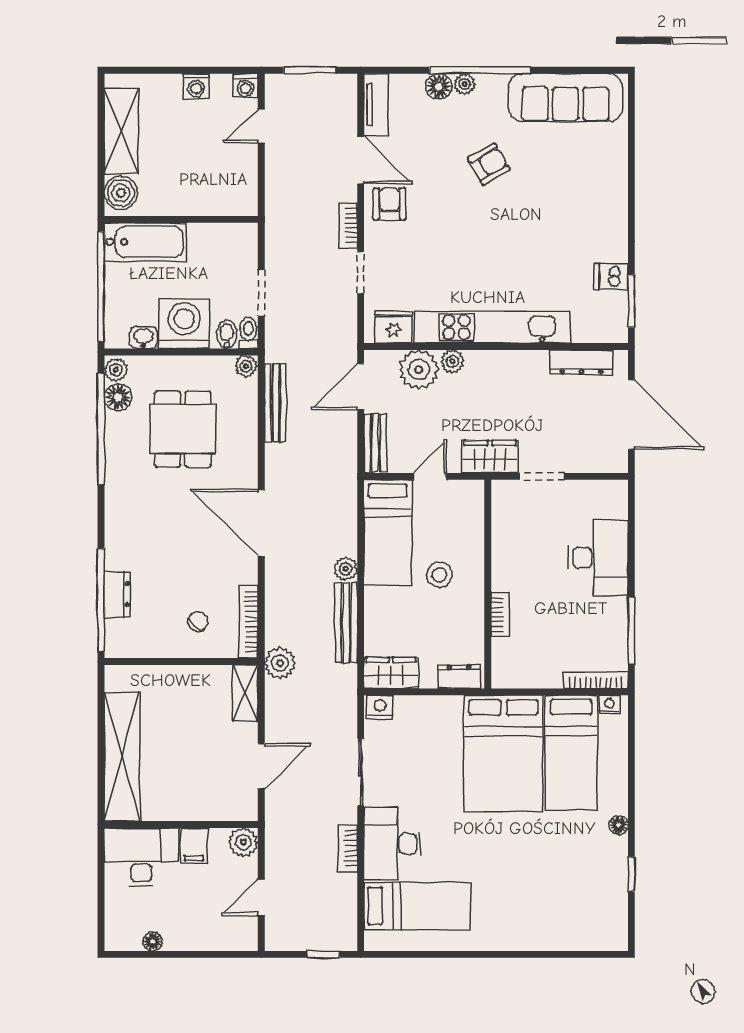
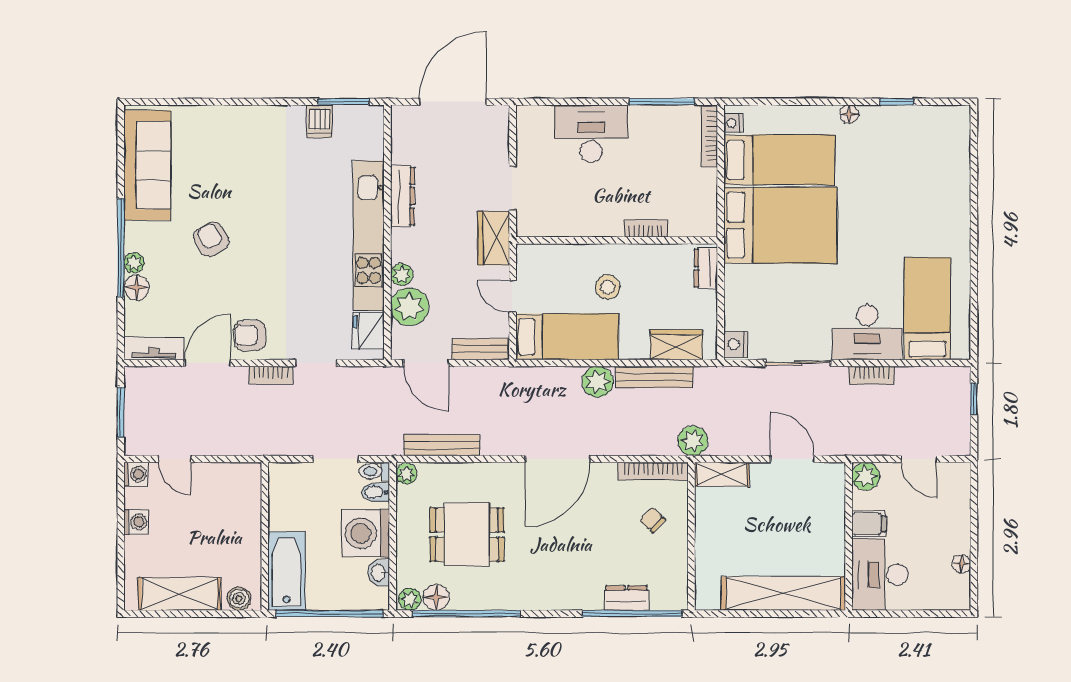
boiler: (121, 193) -> (239, 599), width x0.73, depth x0.73
dresser: (581, 362) -> (402, 196), moved
plant: (346, 569) -> (598, 382), width x1.38, depth x1.38
wardrobe: (391, 673) -> (676, 345), moved, turned 90

